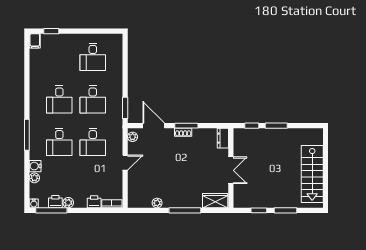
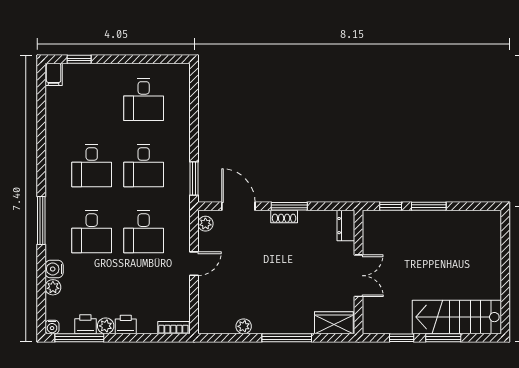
stairs: (312, 174) -> (457, 317), moved, turned 90
printer: (94, 202) -> (126, 324), moved

